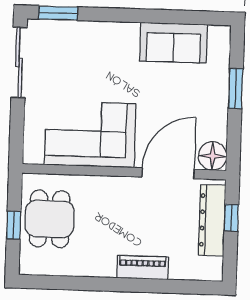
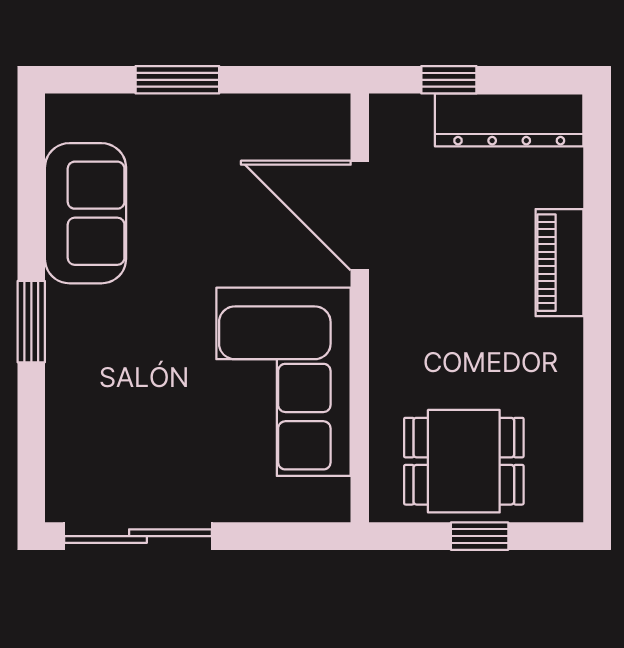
window: (58, 13) -> (31, 322), moved
floor lamp: (213, 156) -> (321, 123), removed
dresser: (212, 220) -> (509, 120), moved

